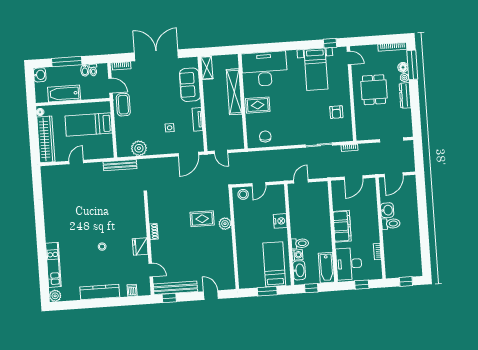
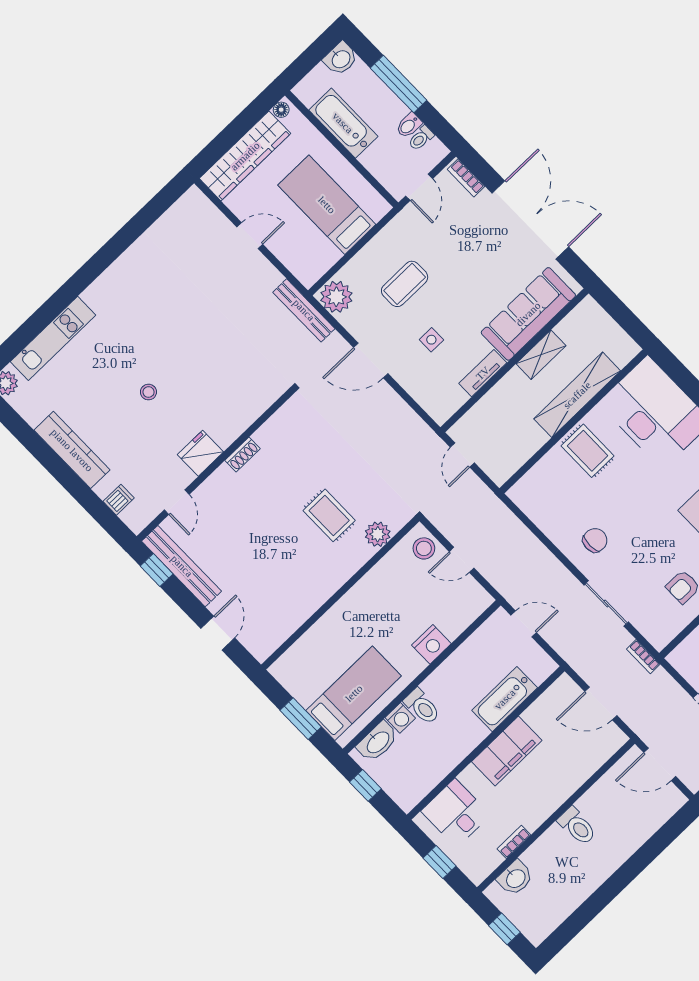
shelving: (207, 68) -> (541, 355), moved
sofa: (190, 85) -> (528, 314), width x1.36
coffee table: (123, 105) -> (405, 284), moved
chair: (265, 136) -> (595, 540), moved
plant: (139, 148) -> (336, 297), moved
door: (188, 154) -> (371, 360), moved
washbasin: (387, 210) -> (515, 878), moved
plant: (225, 224) -> (378, 534), moved
desk: (349, 264) -> (456, 813), width x0.73
bathtub: (326, 268) -> (505, 699), moved

